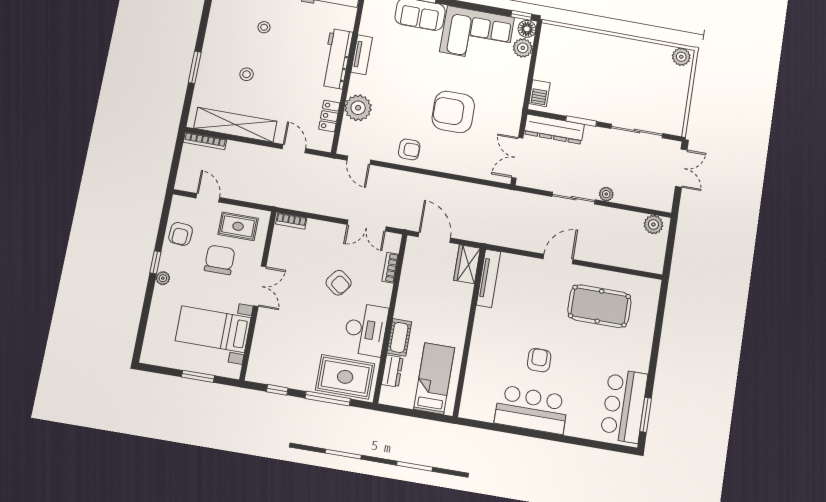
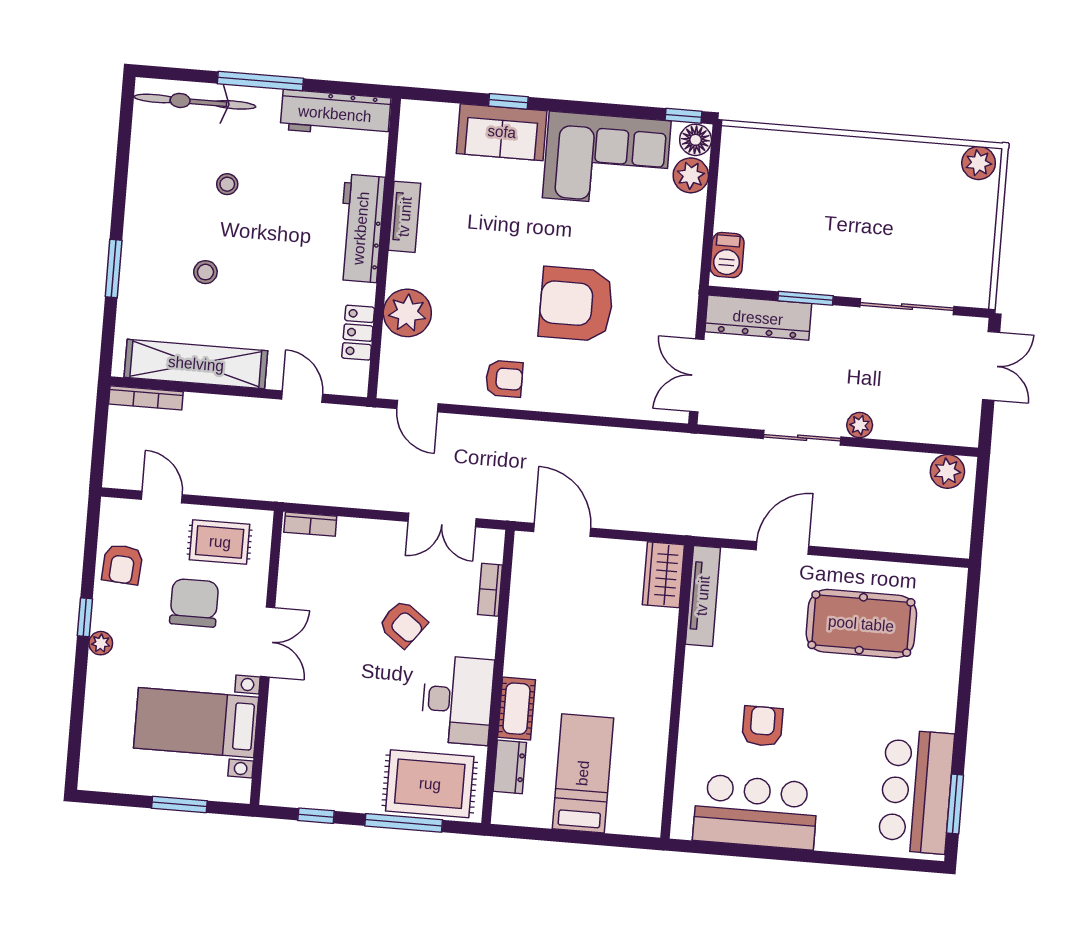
wardrobe: (467, 264) -> (663, 575), moved
tv unit: (488, 278) -> (703, 596), moved
wall: (469, 332) -> (677, 692), moved

